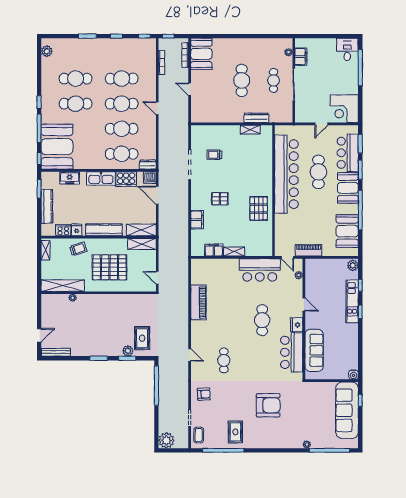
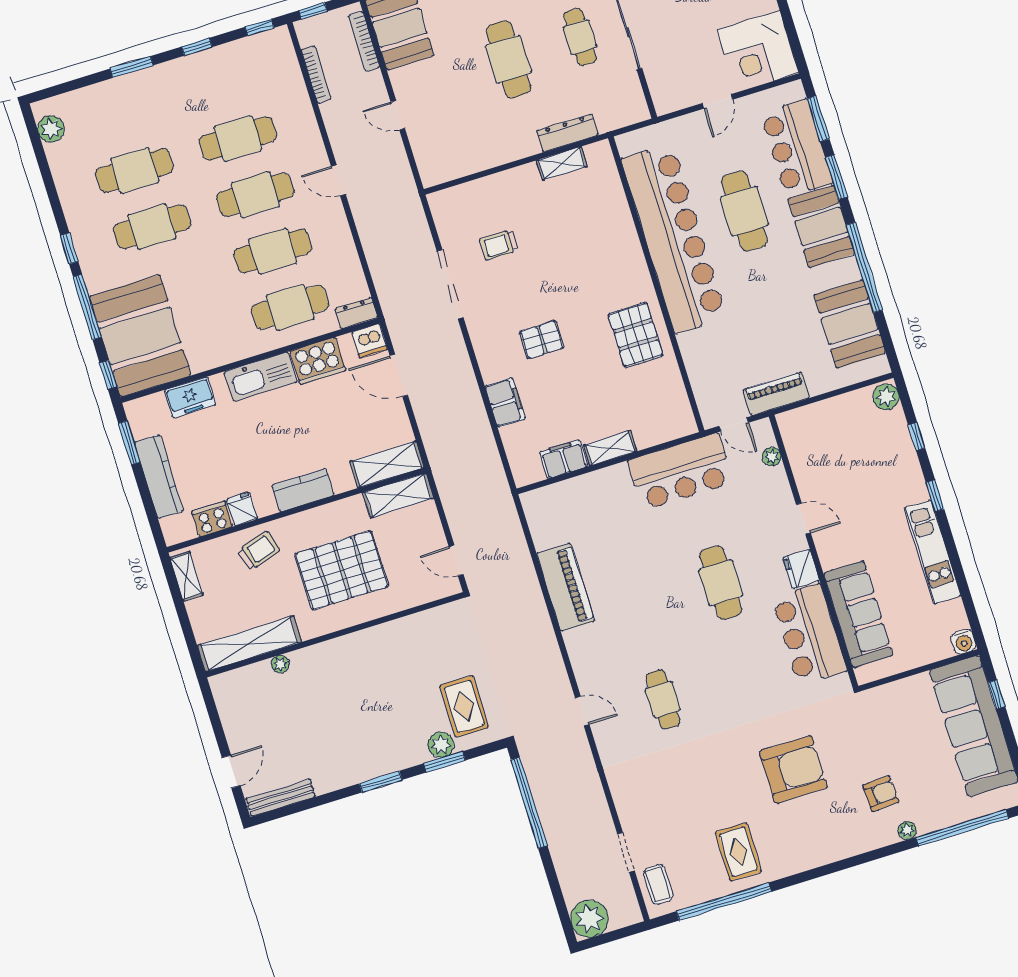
kitchen counter: (104, 230) -> (303, 490), width x0.67
kitchen unit: (352, 301) -> (933, 552), moved
armchair: (204, 394) -> (881, 794), moved

